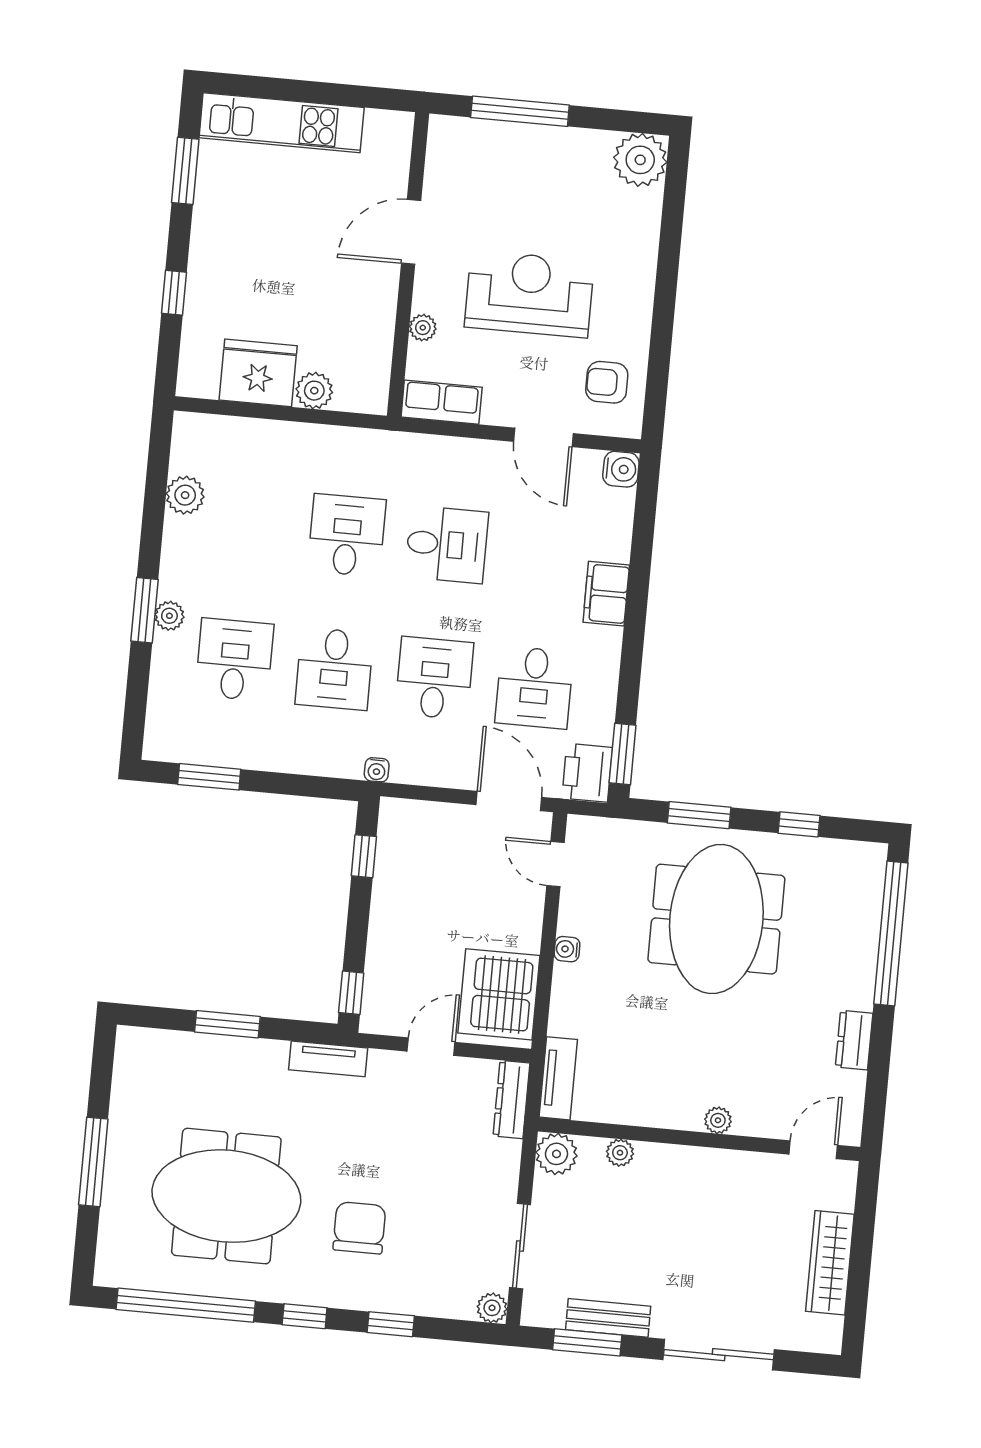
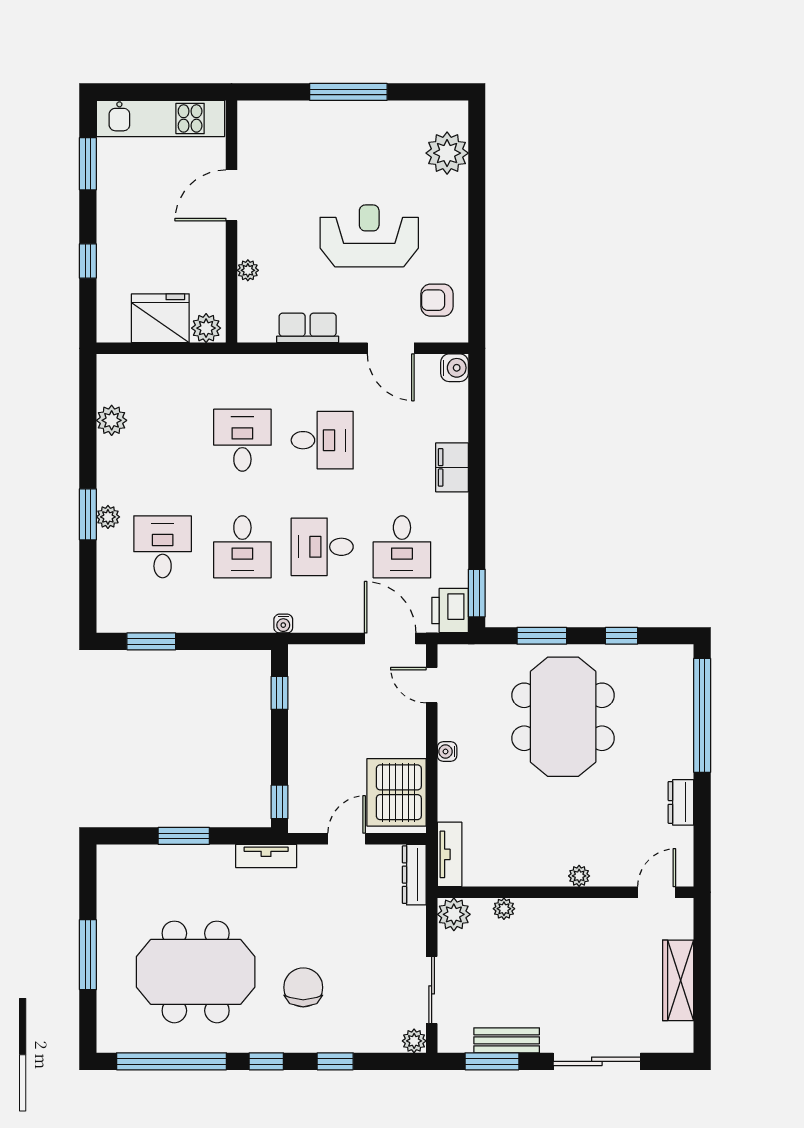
plant: (640, 160) -> (447, 153), moved
door: (411, 232) -> (232, 195), moved
wall: (408, 265) -> (232, 222), moved
plant: (423, 328) -> (248, 270), moved
desk: (434, 678) -> (322, 547), turned -90

